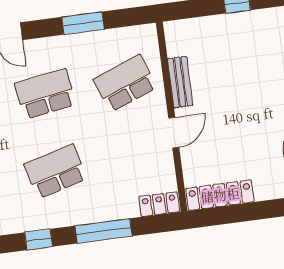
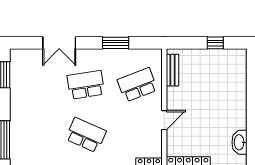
bench: (180, 82) -> (172, 70), moved
school desk: (56, 171) -> (86, 135), turned 39

